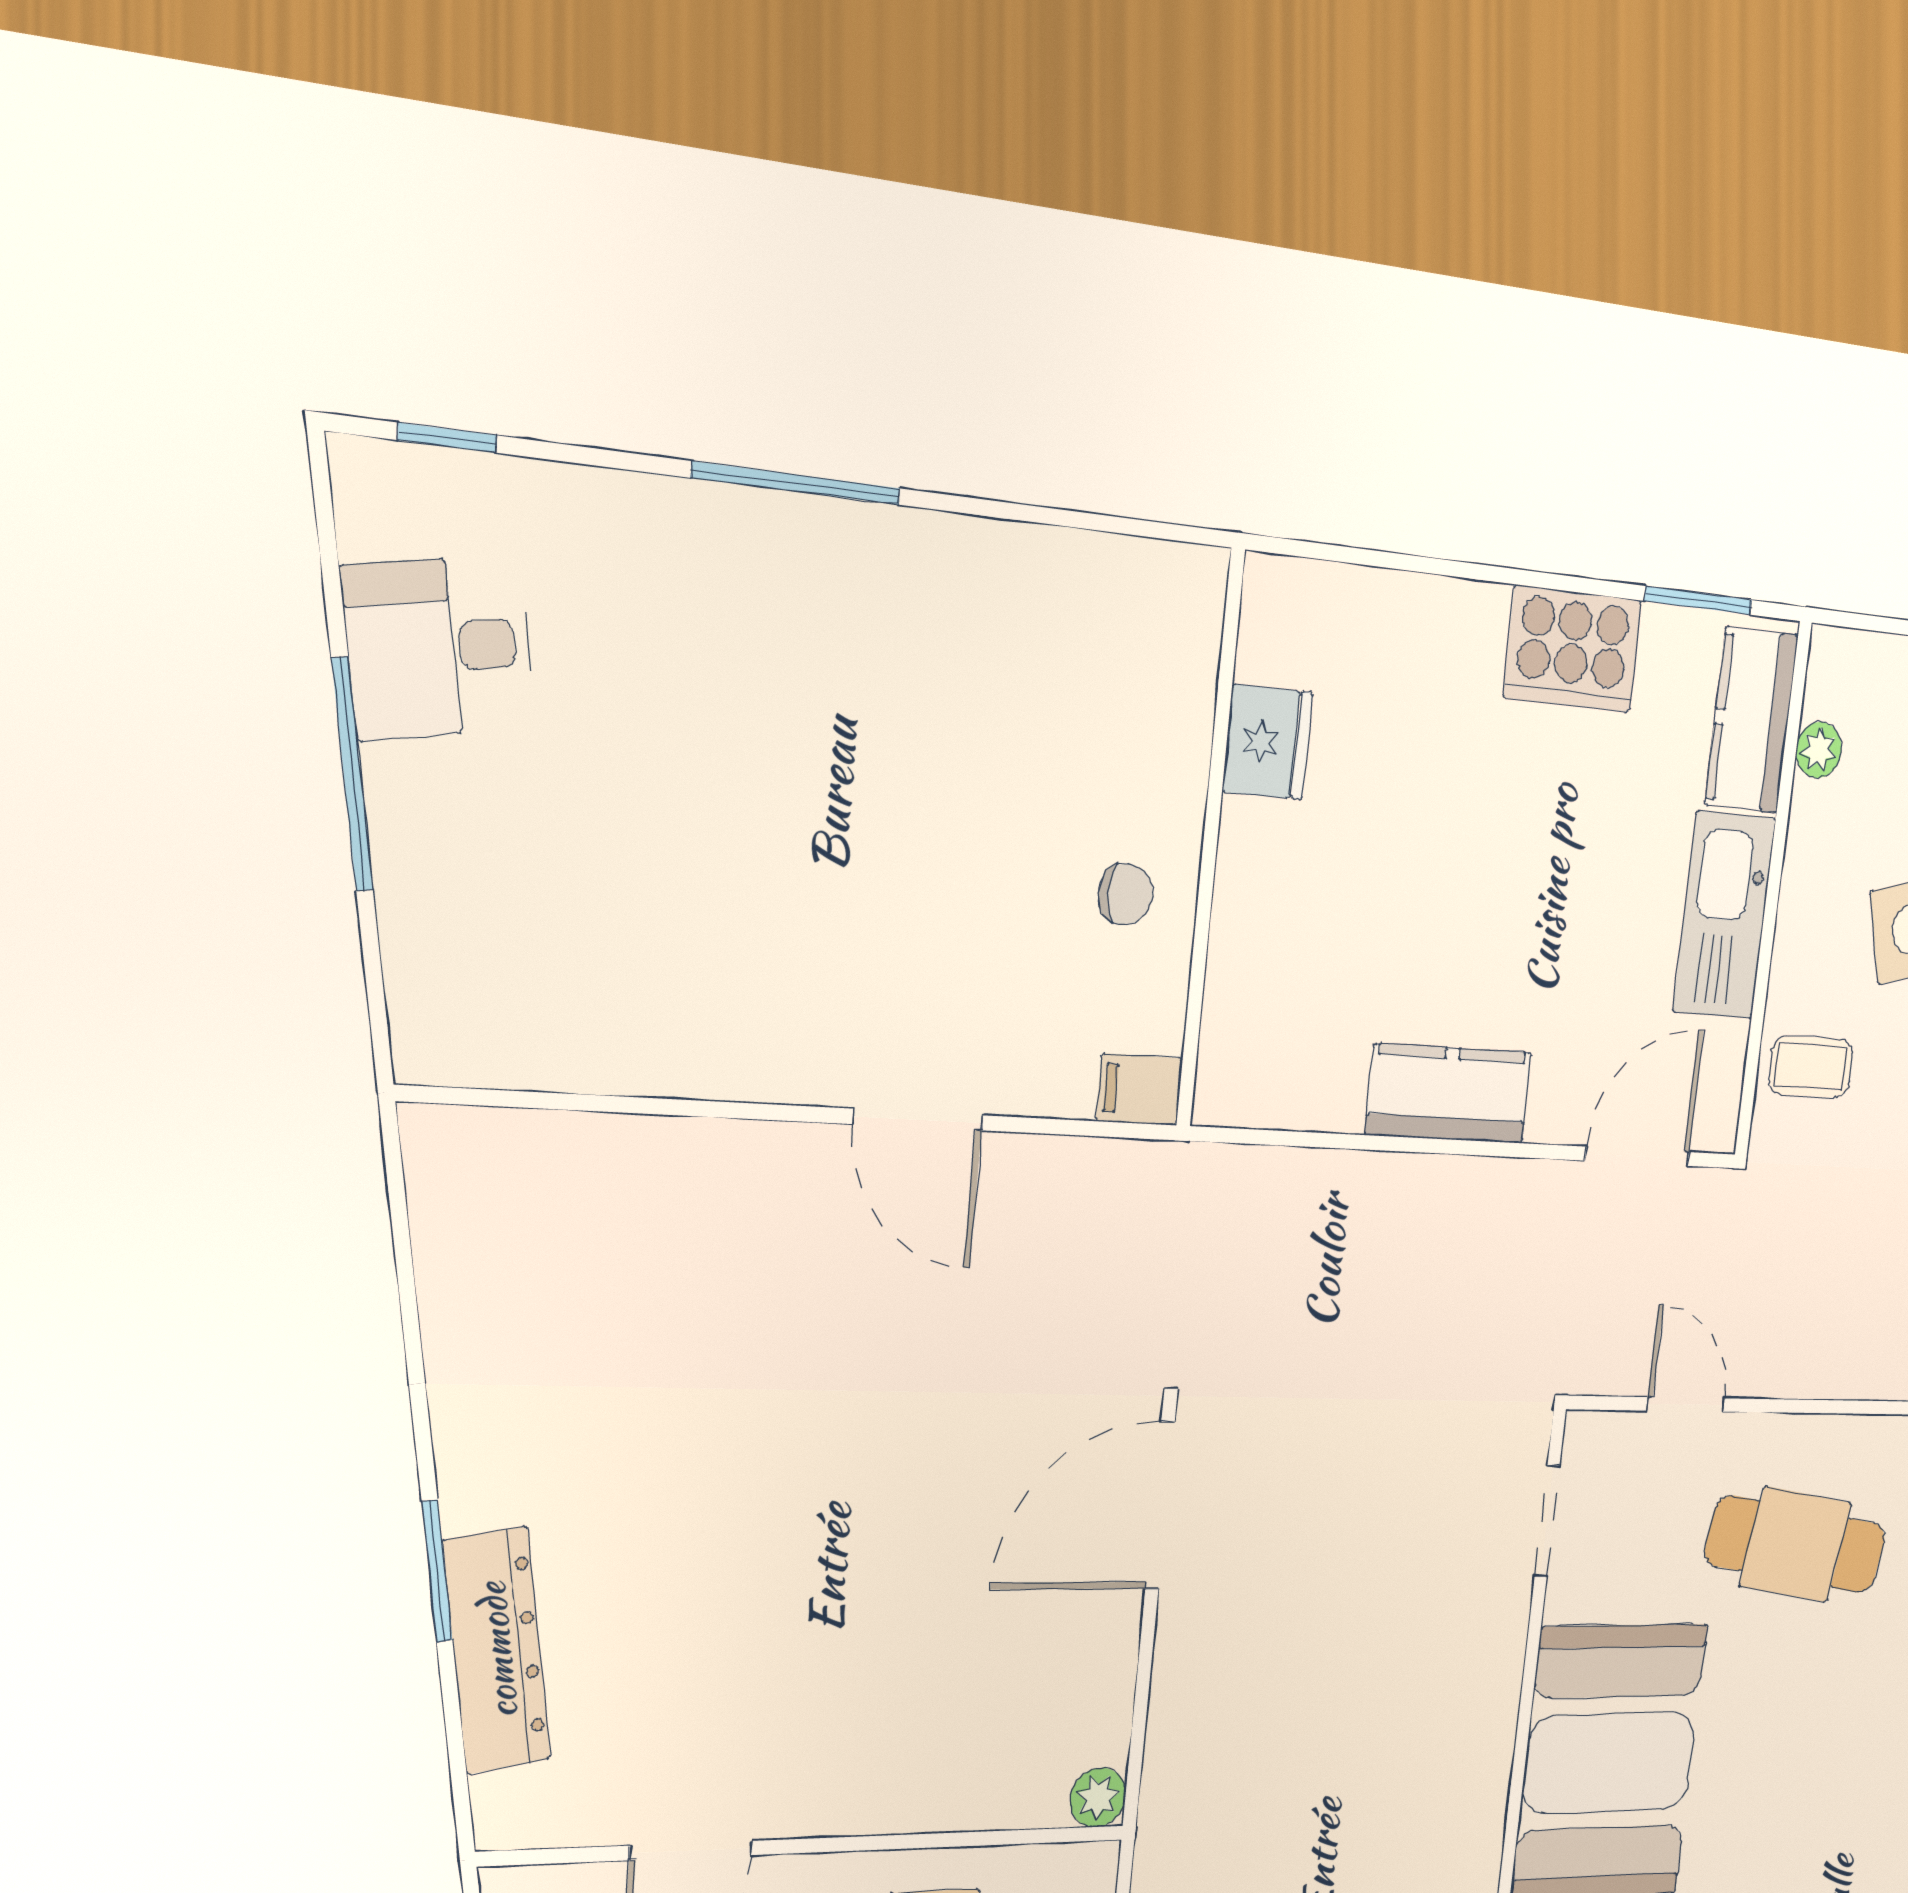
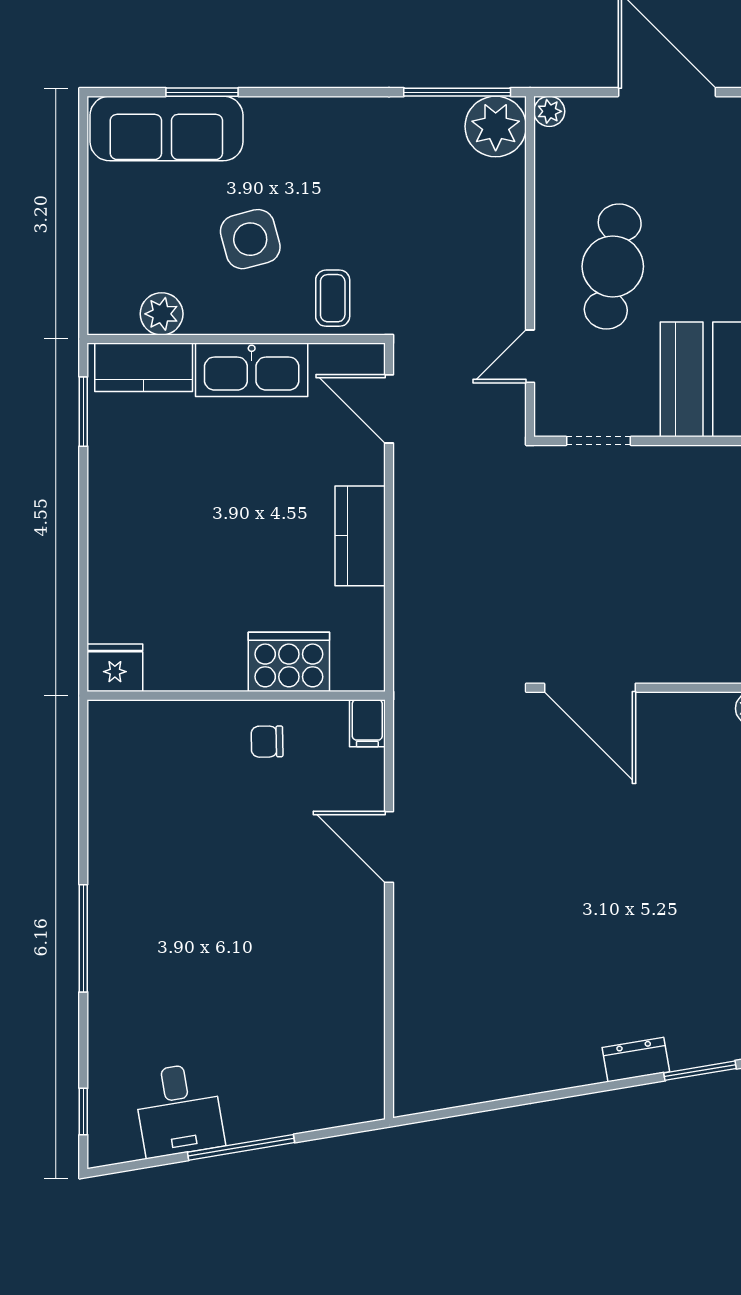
cooker: (1573, 649) -> (289, 662), moved, turned -90
fridge: (1267, 742) -> (115, 668), moved
plant: (1819, 750) -> (162, 314), width x1.38, depth x1.38
chair: (1126, 894) -> (267, 742), turned -91
door: (918, 1120) -> (389, 847), swing flipped
window: (437, 1571) -> (700, 1071), moved
dresser: (497, 1651) -> (636, 1060), width x0.51, depth x0.80

